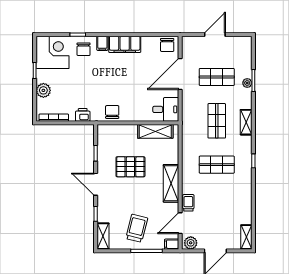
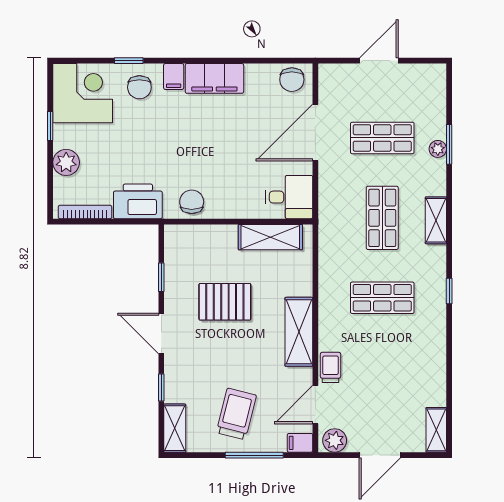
printer: (83, 115) -> (138, 201), width x1.87, depth x1.48

